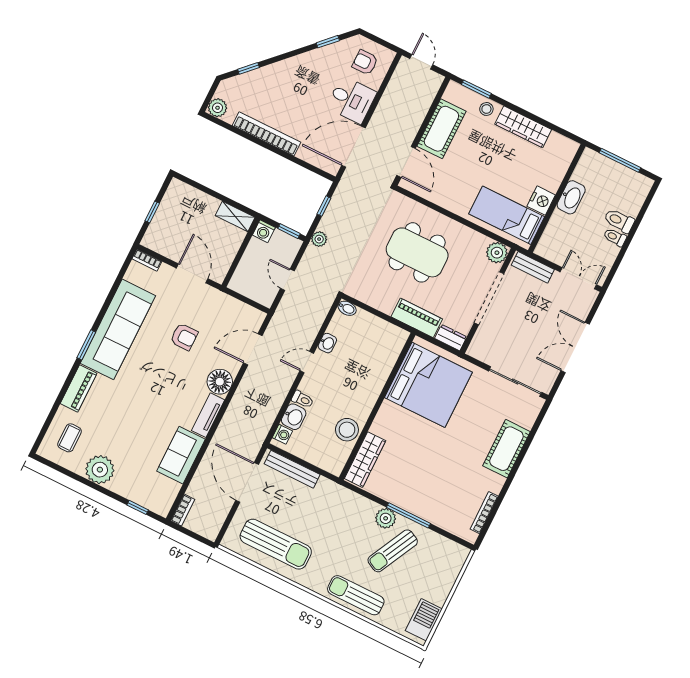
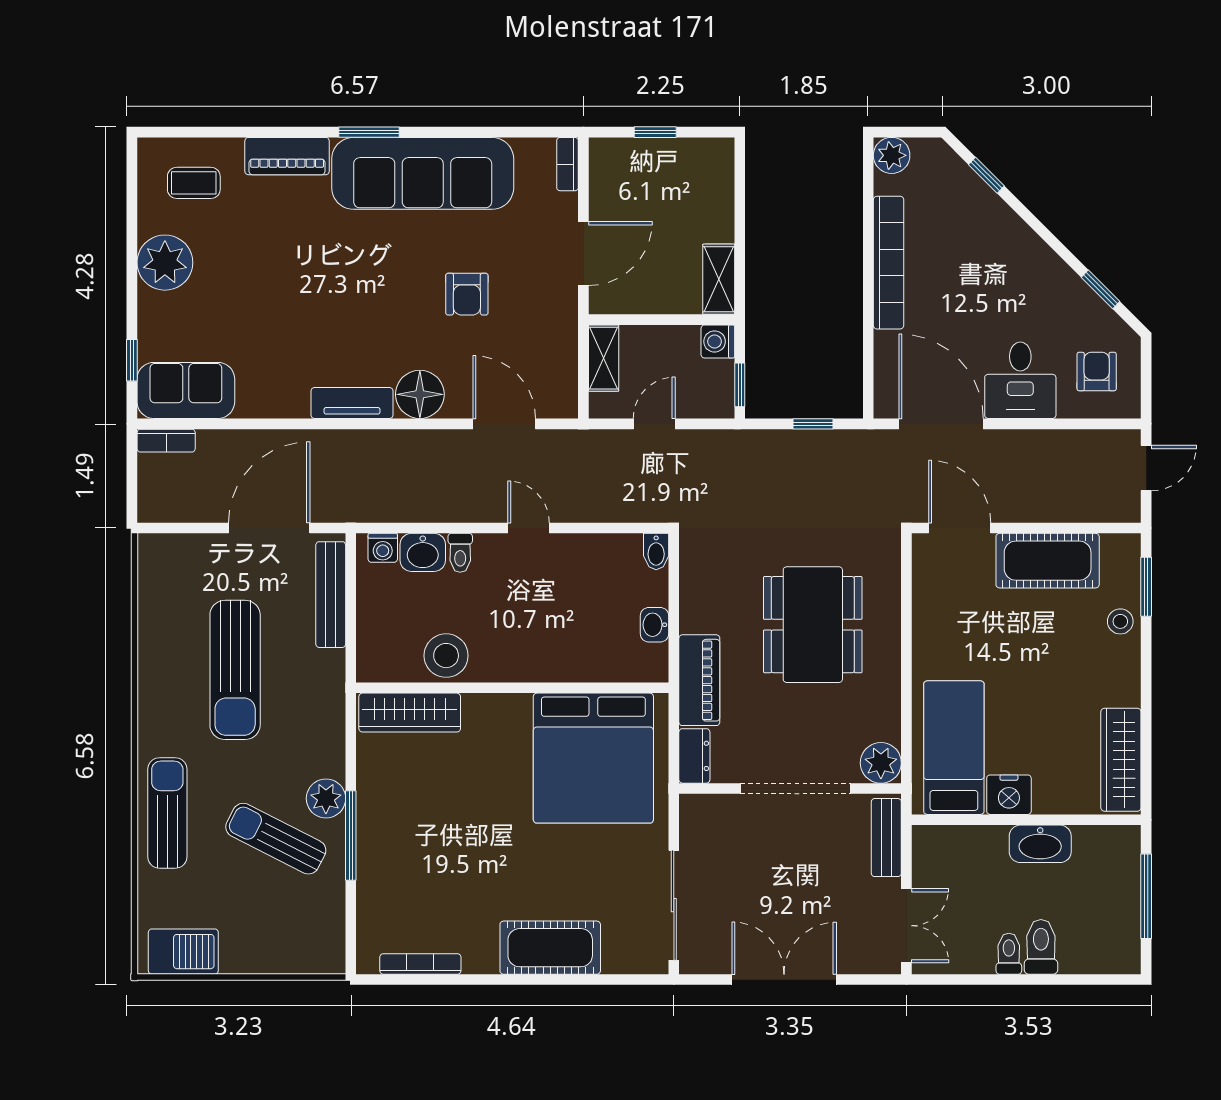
wardrobe: (523, 127) -> (1121, 760), moved
door: (406, 162) -> (960, 528), swing flipped
plant: (319, 239) -> (752, 444), removed
shelving: (245, 288) -> (604, 358), added
washbasin: (327, 343) -> (654, 625), moved, turned 90
sofa: (181, 455) -> (186, 390), moved
sun lounger: (276, 544) -> (235, 670), moved

